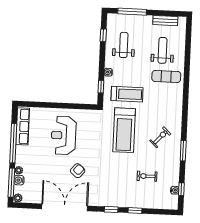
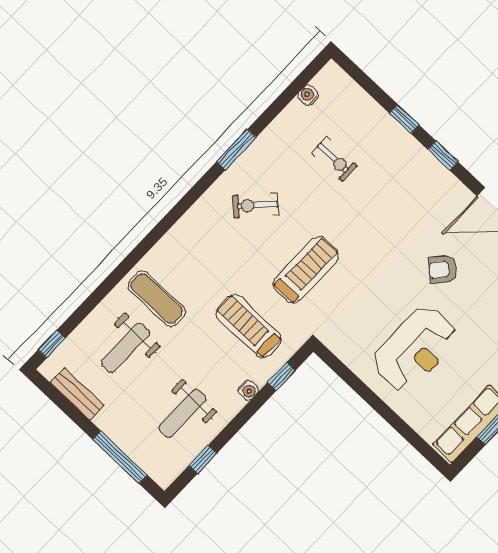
treadmill: (124, 130) -> (306, 270), width x0.73, depth x0.73
window: (181, 189) -> (52, 344), moved

